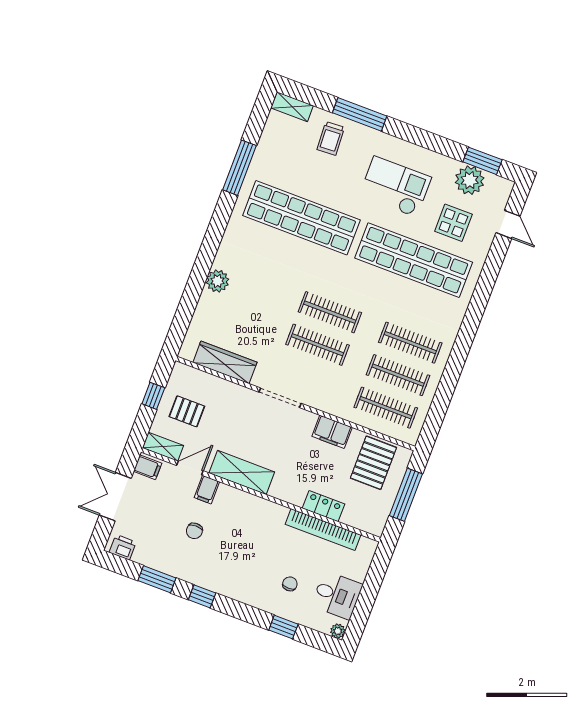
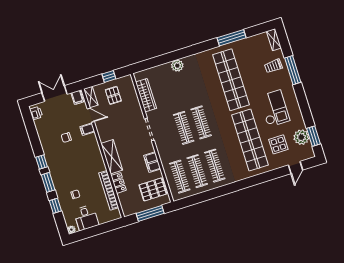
shelving: (242, 472) -> (112, 157), moved
window: (157, 579) -> (48, 182), moved

